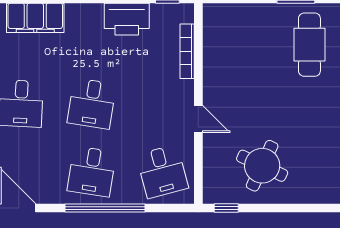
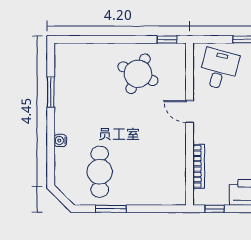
desk: (162, 171) -> (219, 69), turned 30

